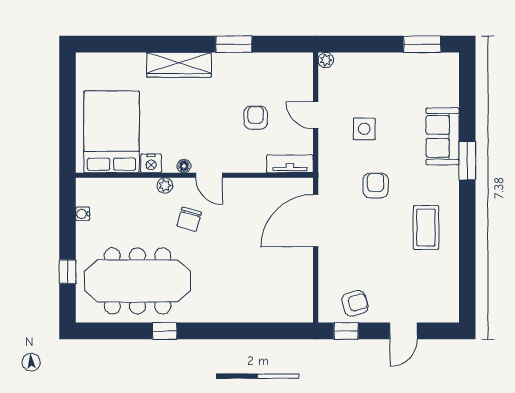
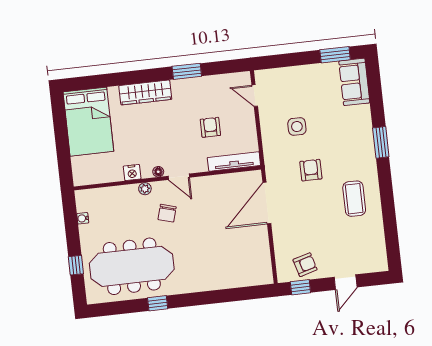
plant: (326, 60) -> (261, 76), removed
door: (316, 115) -> (255, 96), moved
bed: (112, 132) -> (88, 122), moved, turned 180
sofa: (443, 136) -> (354, 82), moved
tv unit: (290, 164) -> (234, 161), width x1.41

